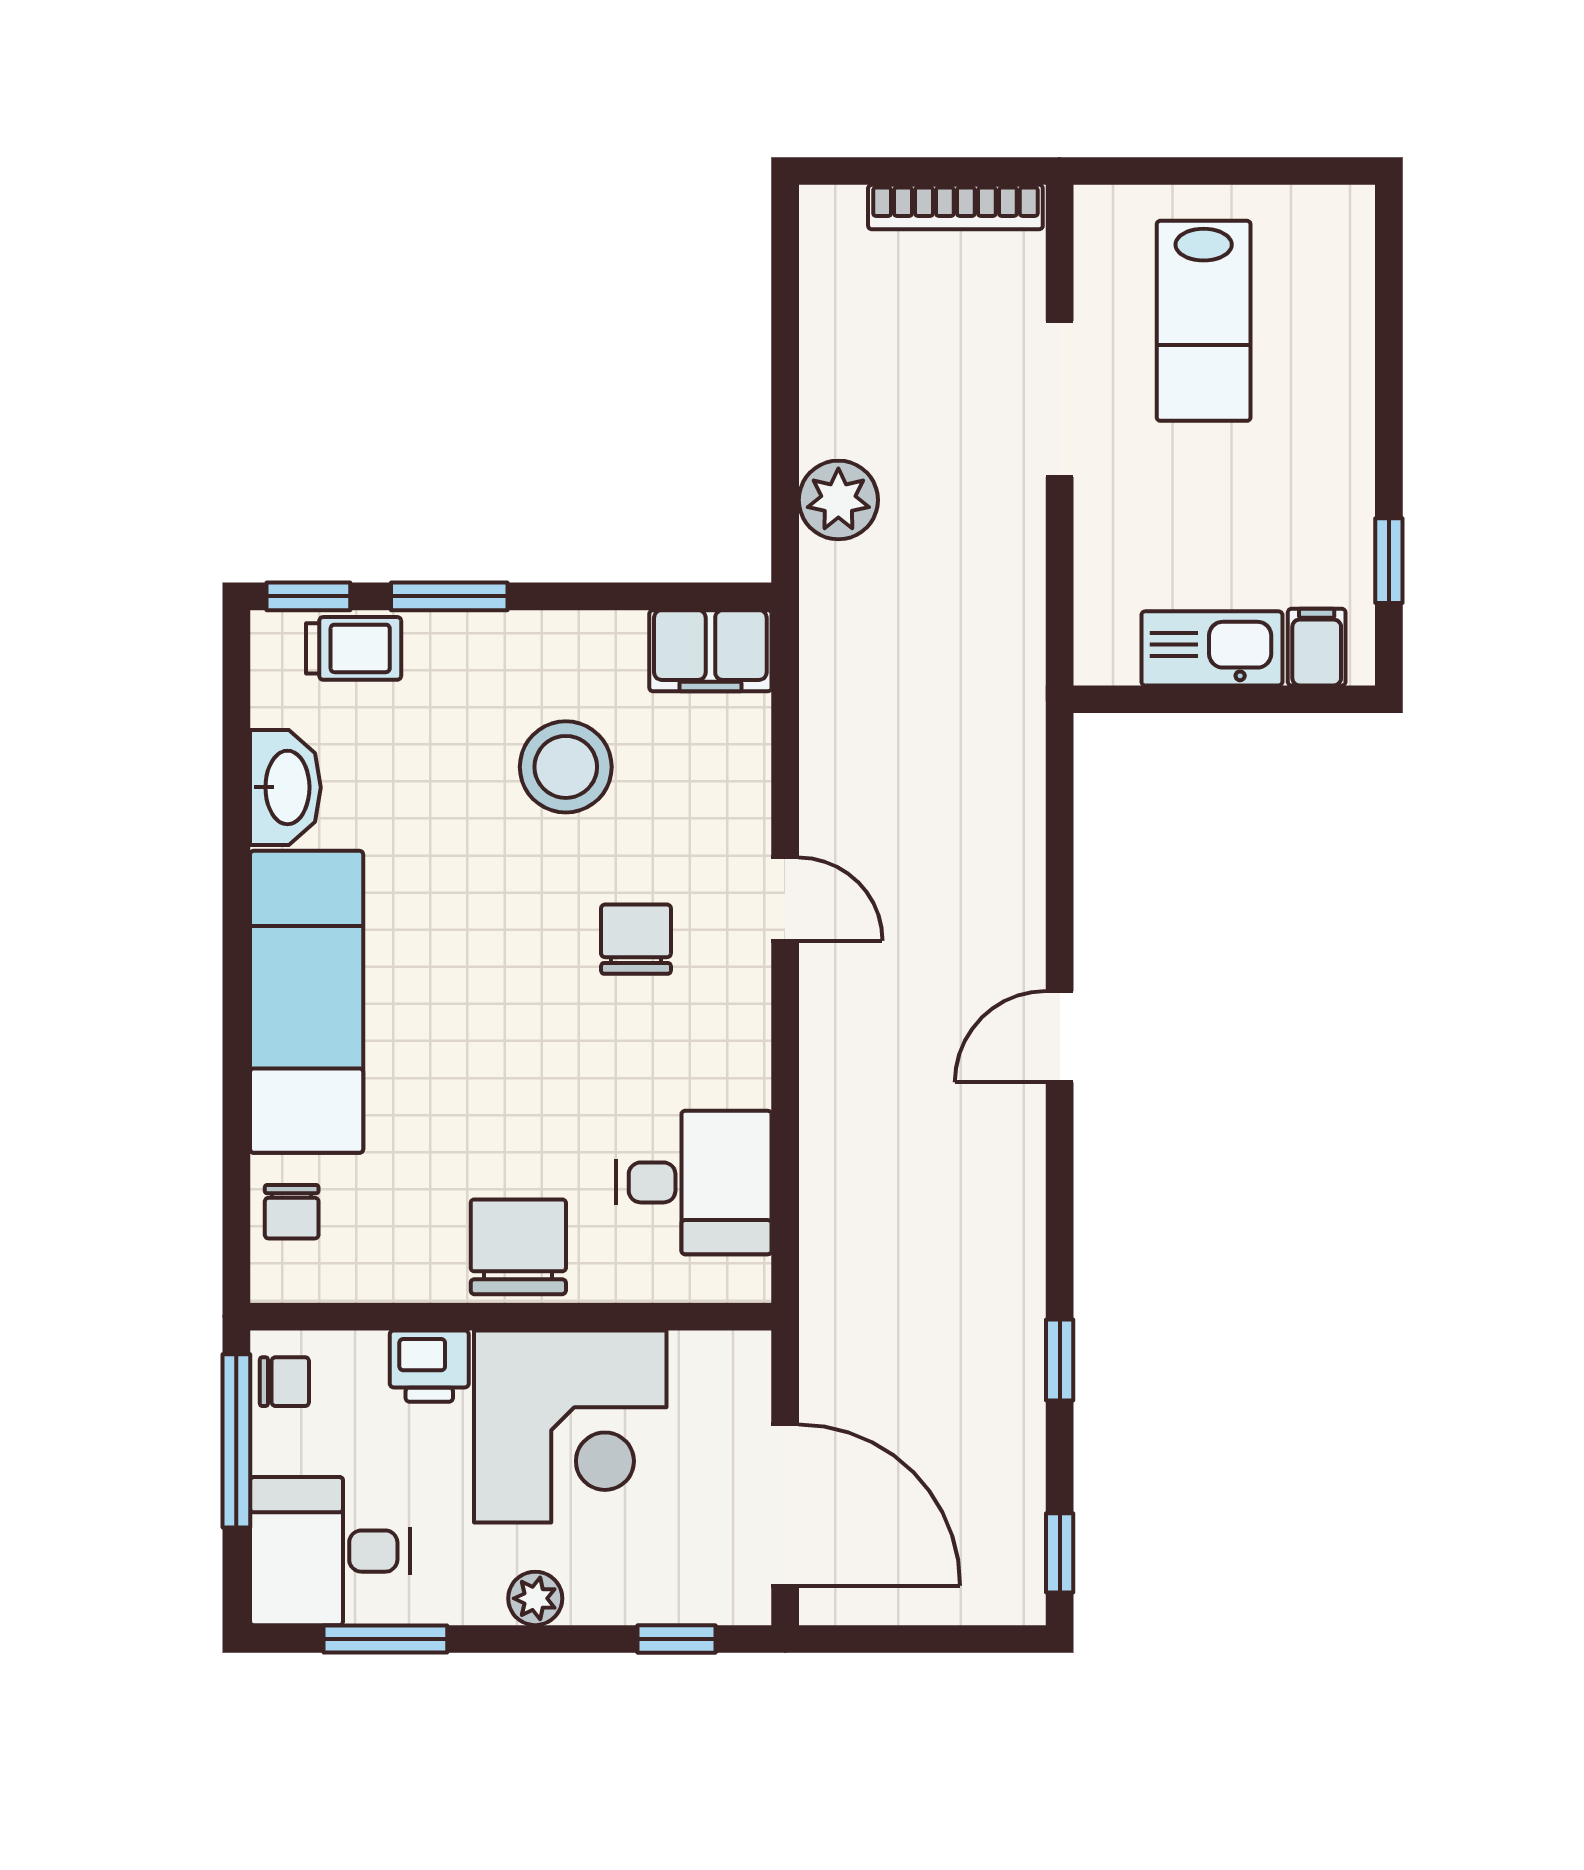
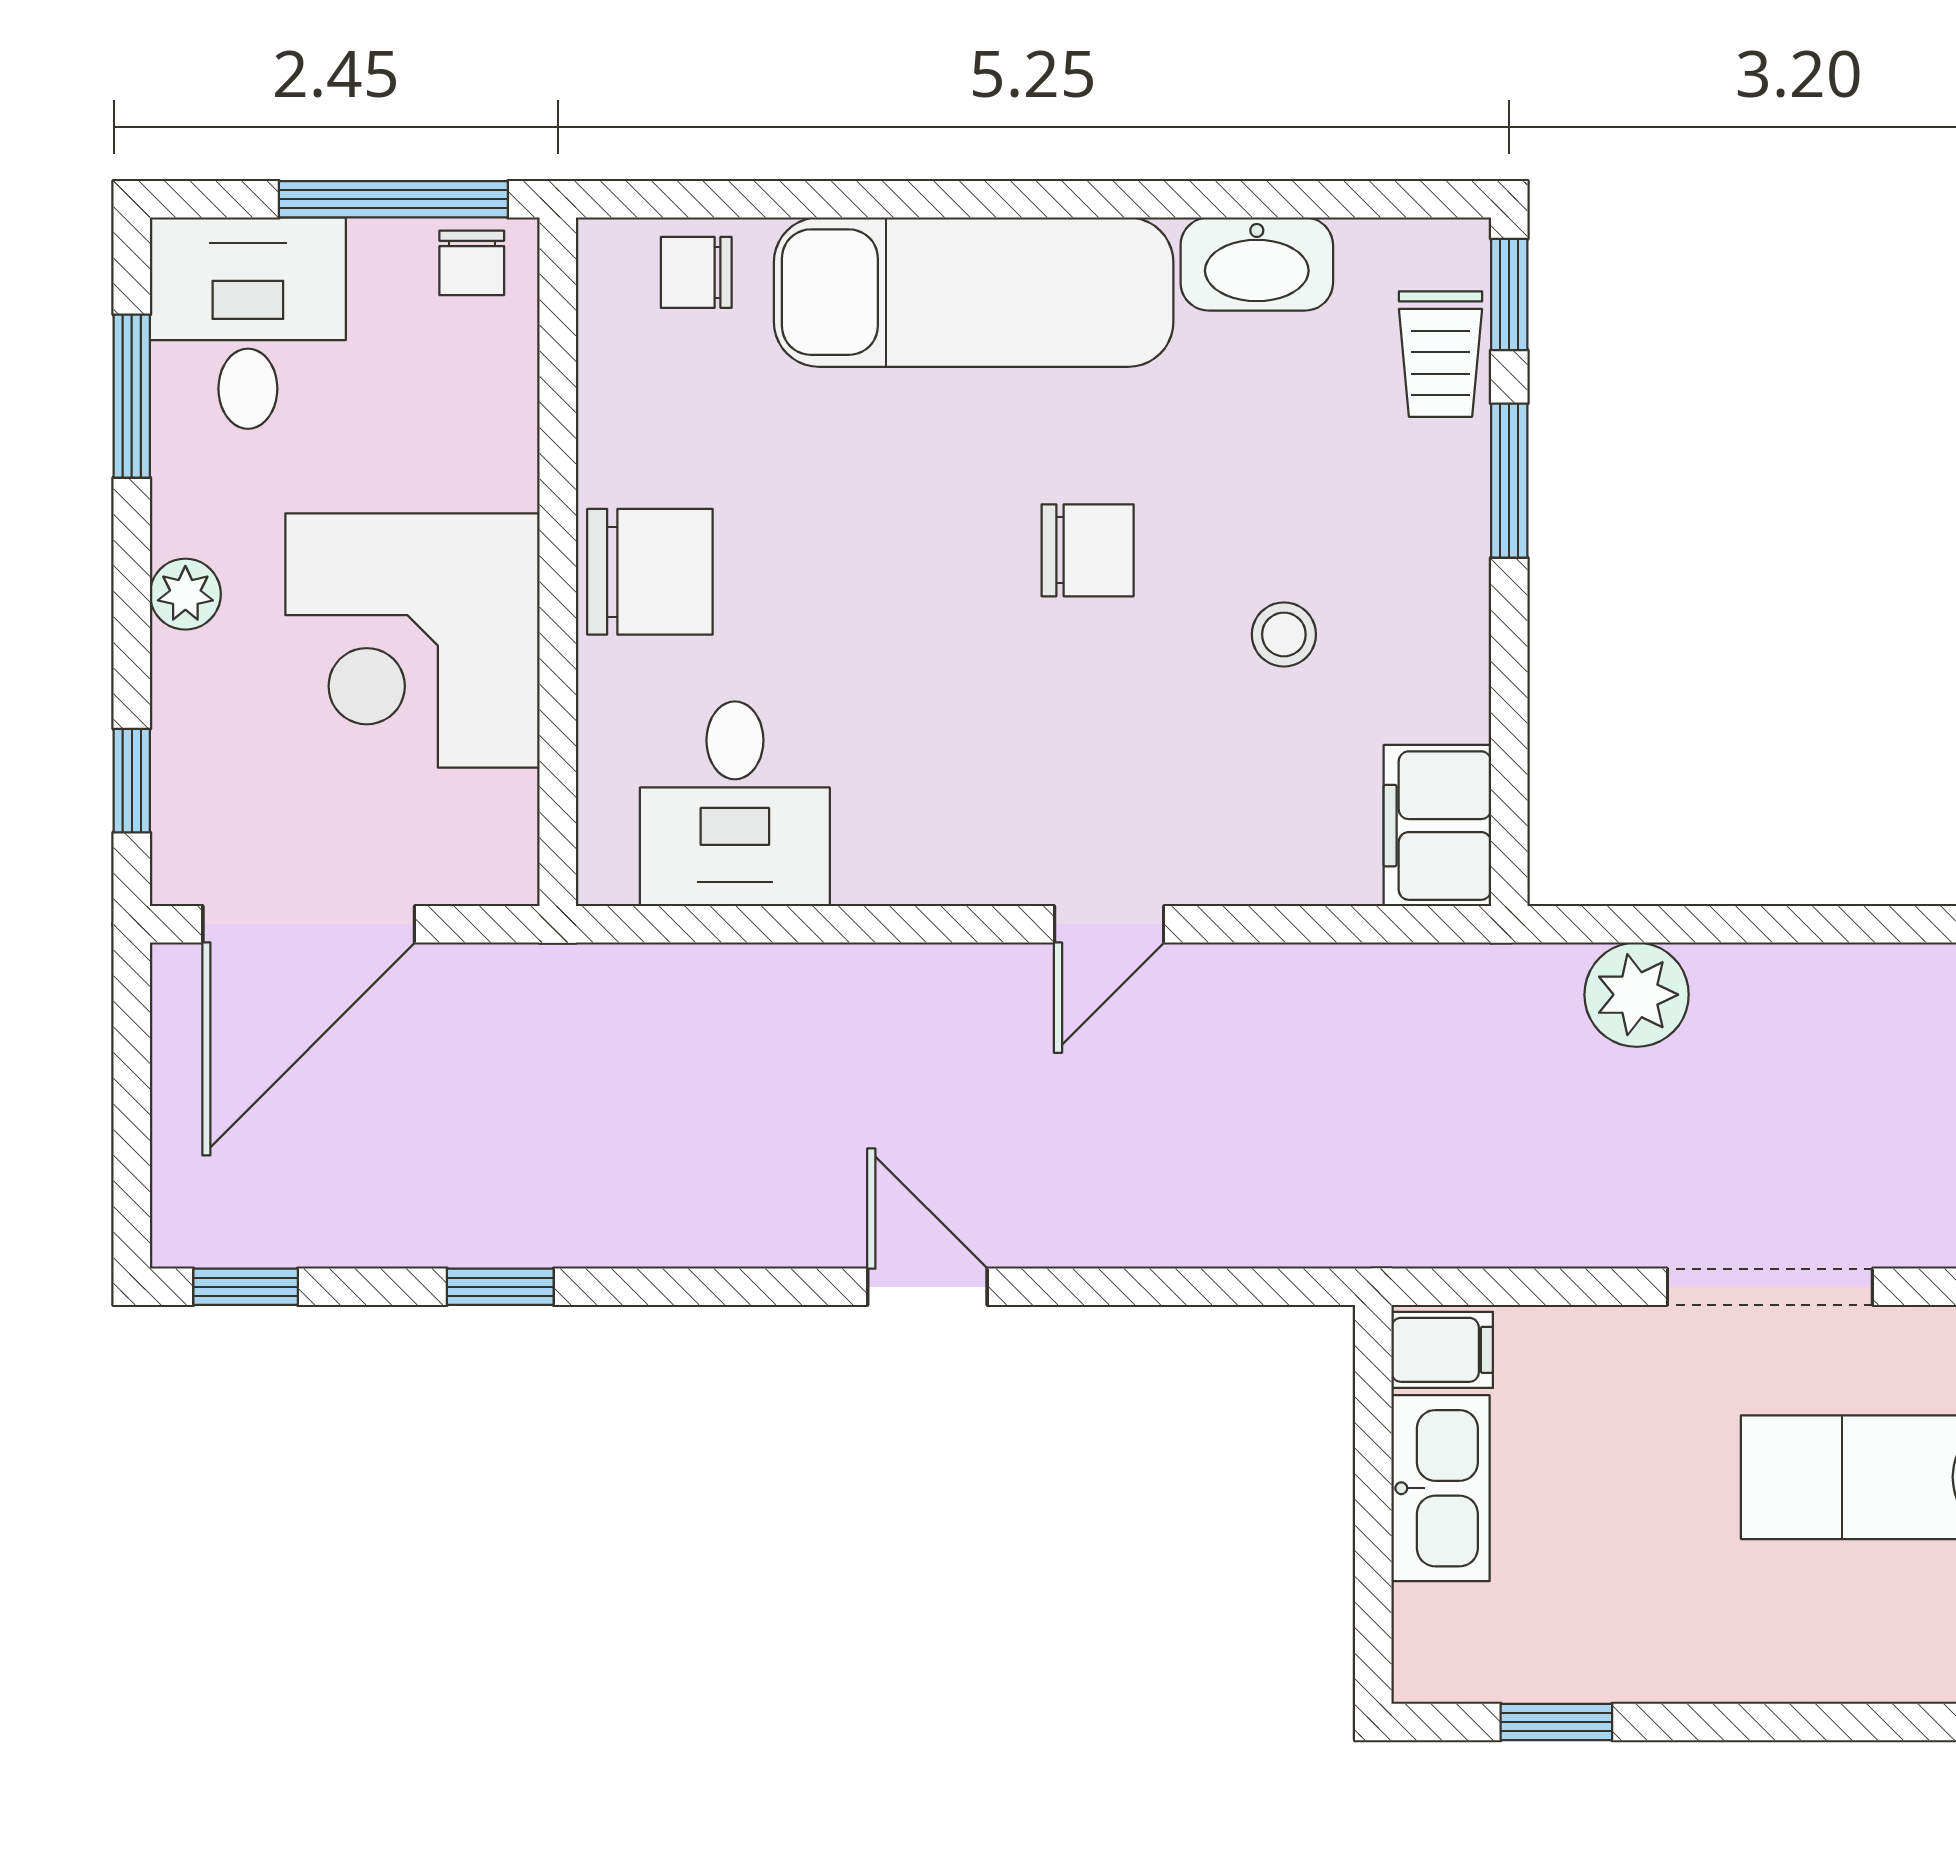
filing cabinet: (1317, 647) -> (1442, 1350), moved
stool: (566, 767) -> (1284, 634), width x0.53, depth x0.53
chair: (636, 939) -> (1088, 550), moved
printer: (429, 1366) -> (492, 454), removed

